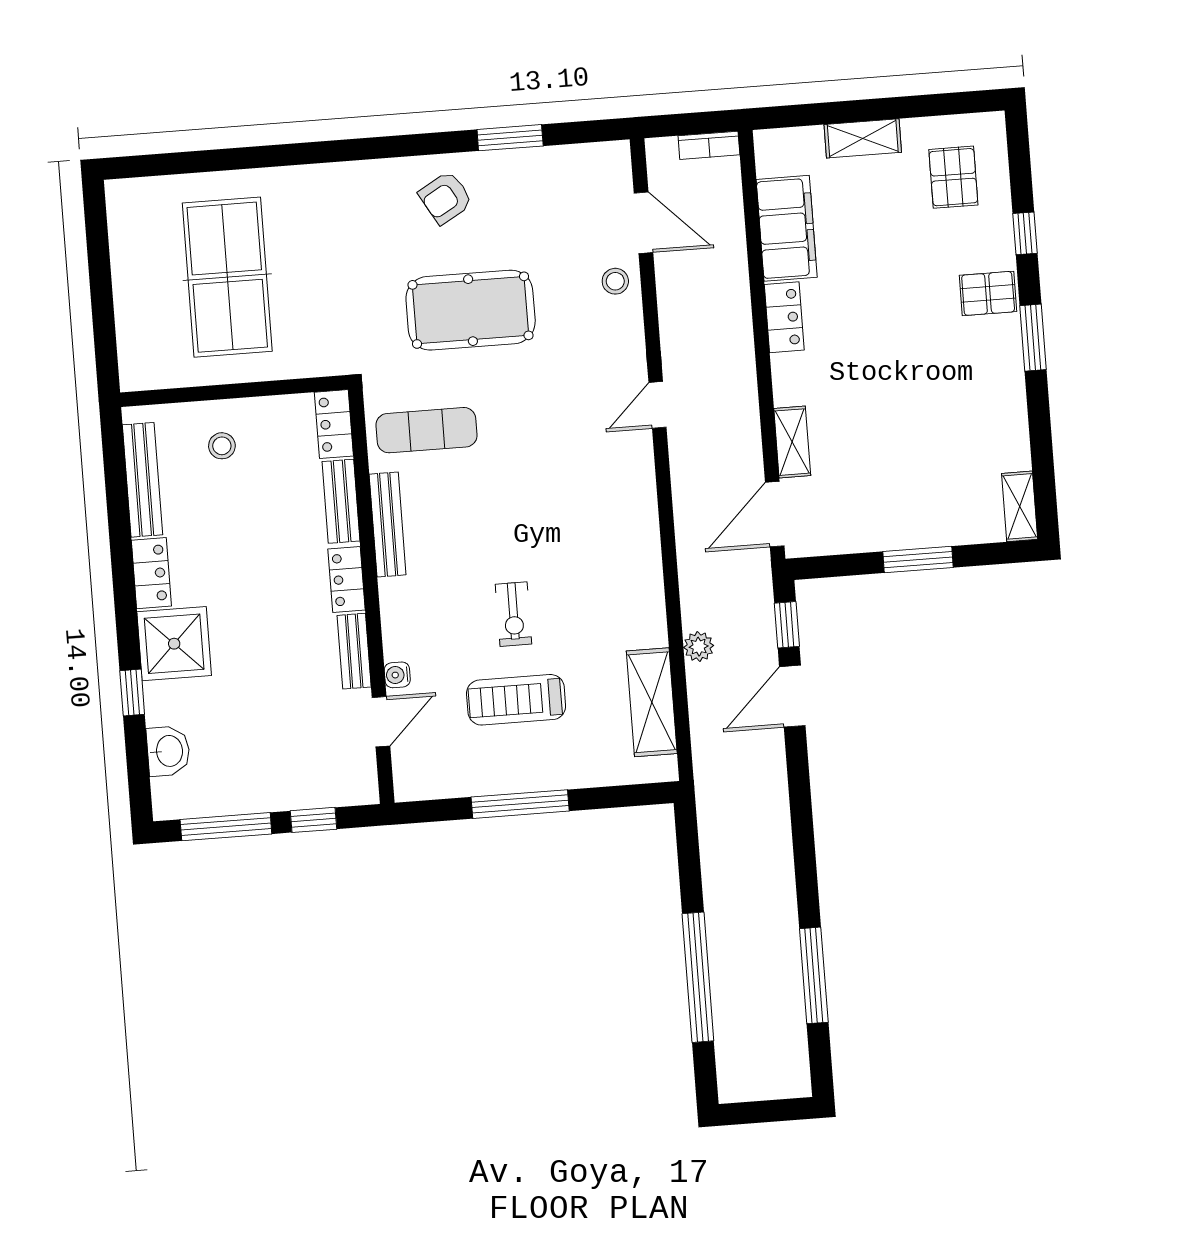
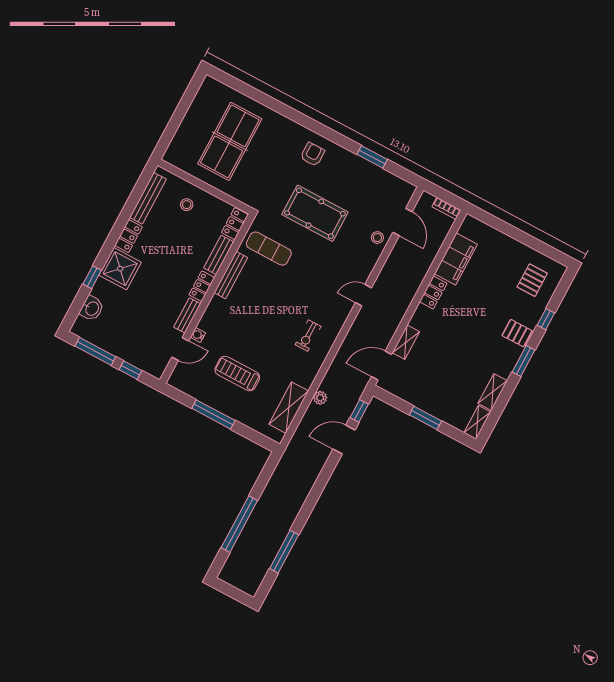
shelving: (863, 138) -> (493, 392), moved, turned 90
armchair: (446, 198) -> (312, 154), moved, turned 120
exercise bike: (514, 614) -> (308, 336), moved

